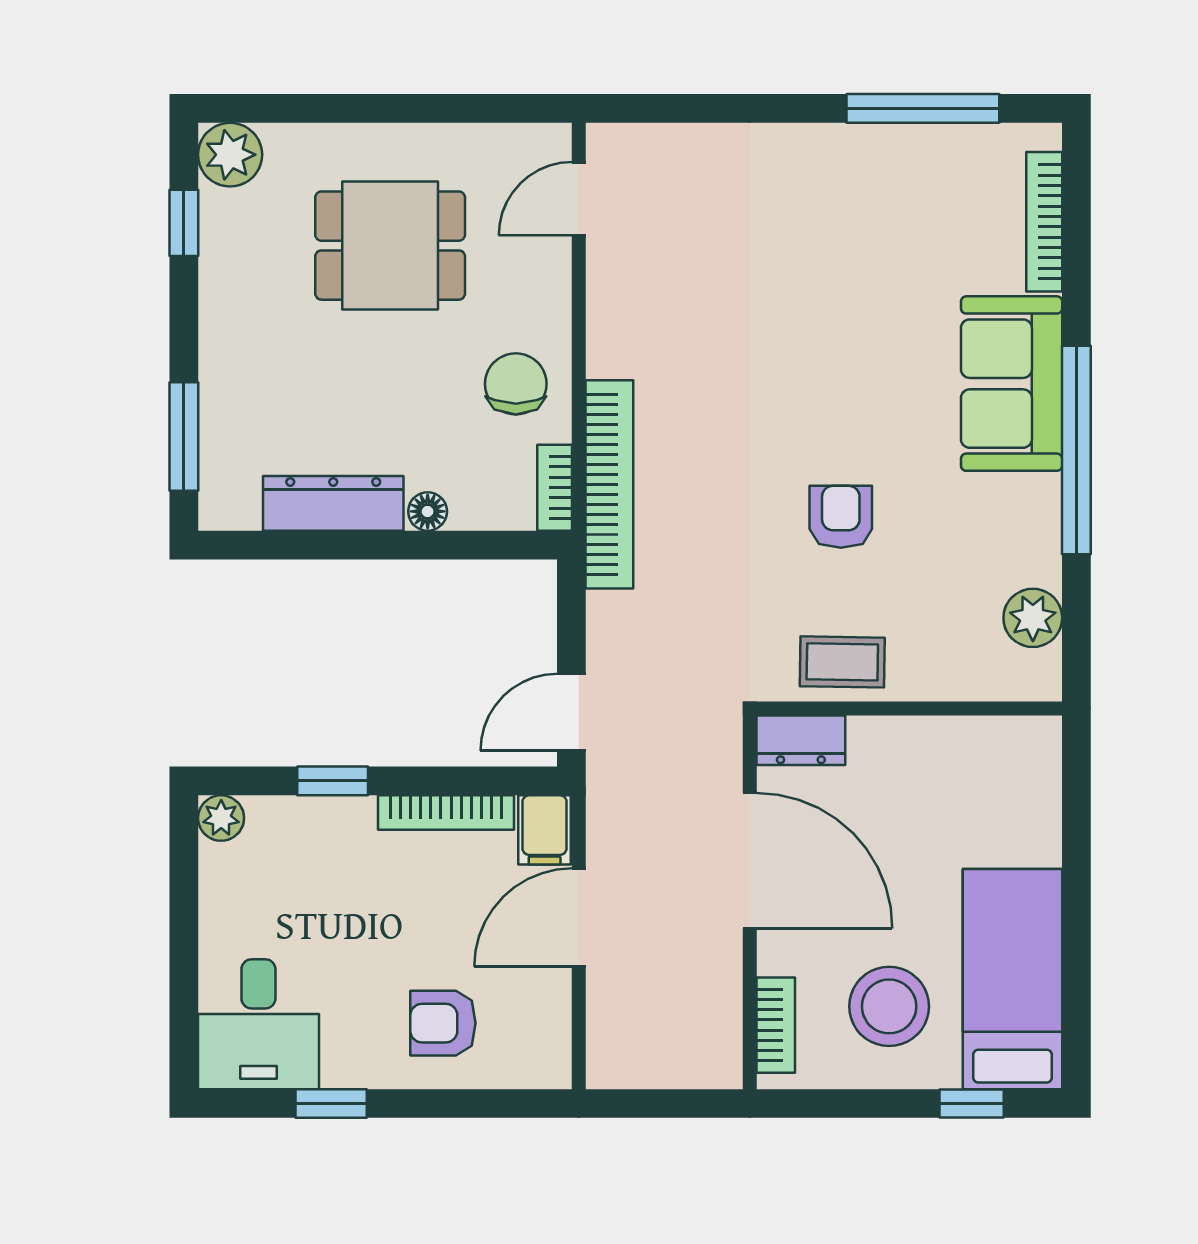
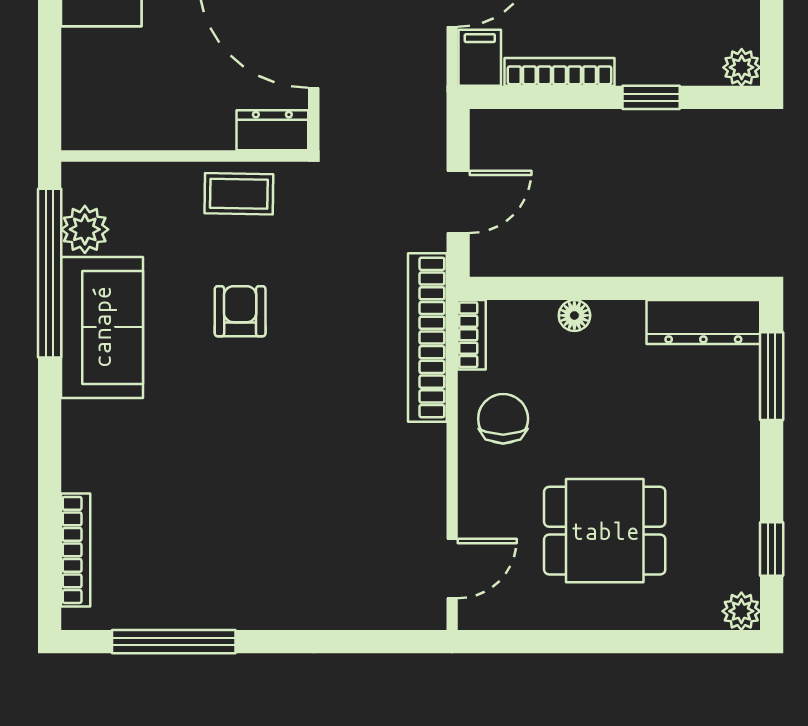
plant: (230, 155) -> (741, 611), width x0.73, depth x0.73
chair: (516, 384) -> (503, 419), turned 180
sofa: (1012, 384) -> (102, 327), moved
window: (1076, 450) -> (50, 273), moved
dresser: (333, 503) -> (703, 322), moved
armchair: (841, 517) -> (240, 311), turned 180
door: (571, 712) -> (458, 202), moved

